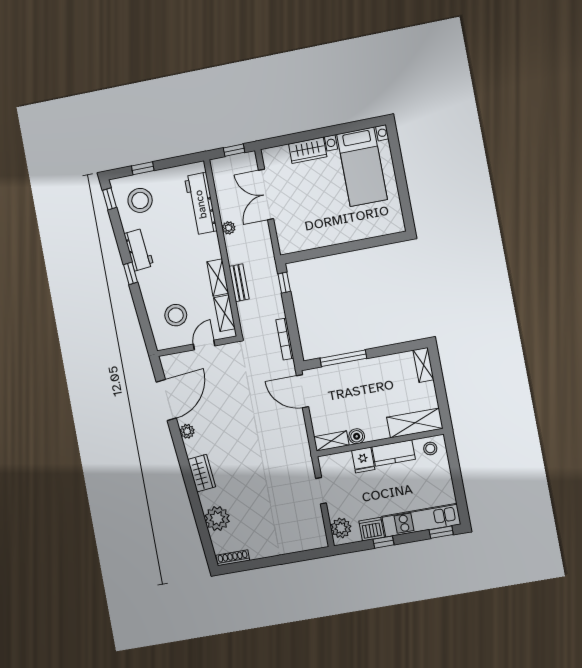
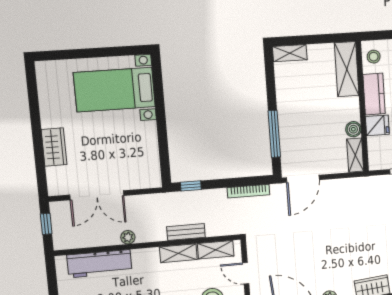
bed with nightstands: (362, 167) -> (114, 90), moved, turned 180

